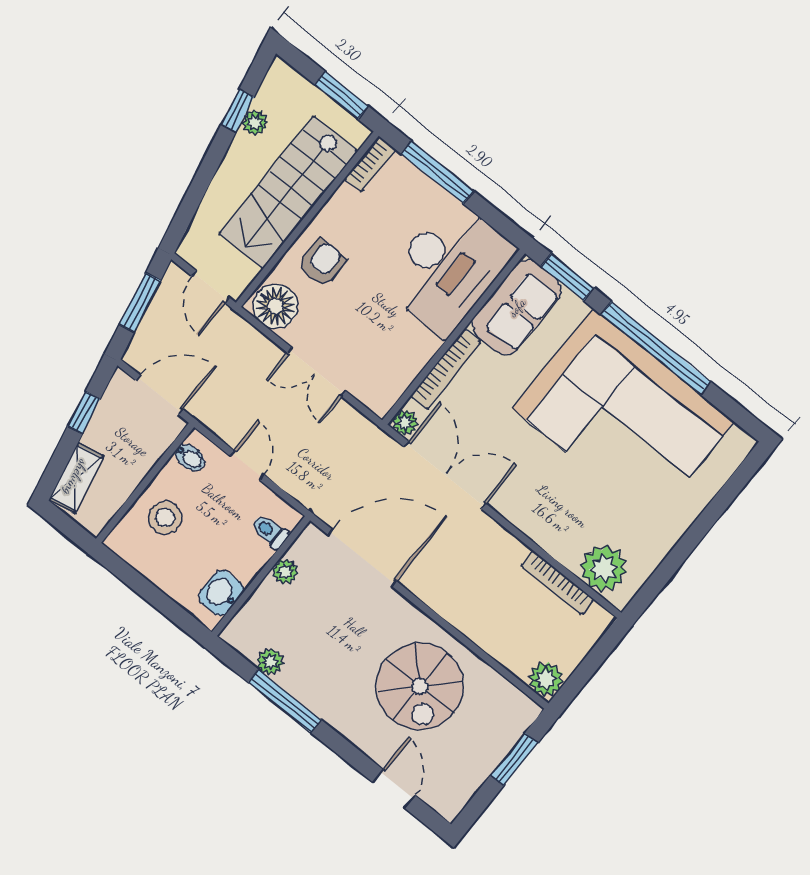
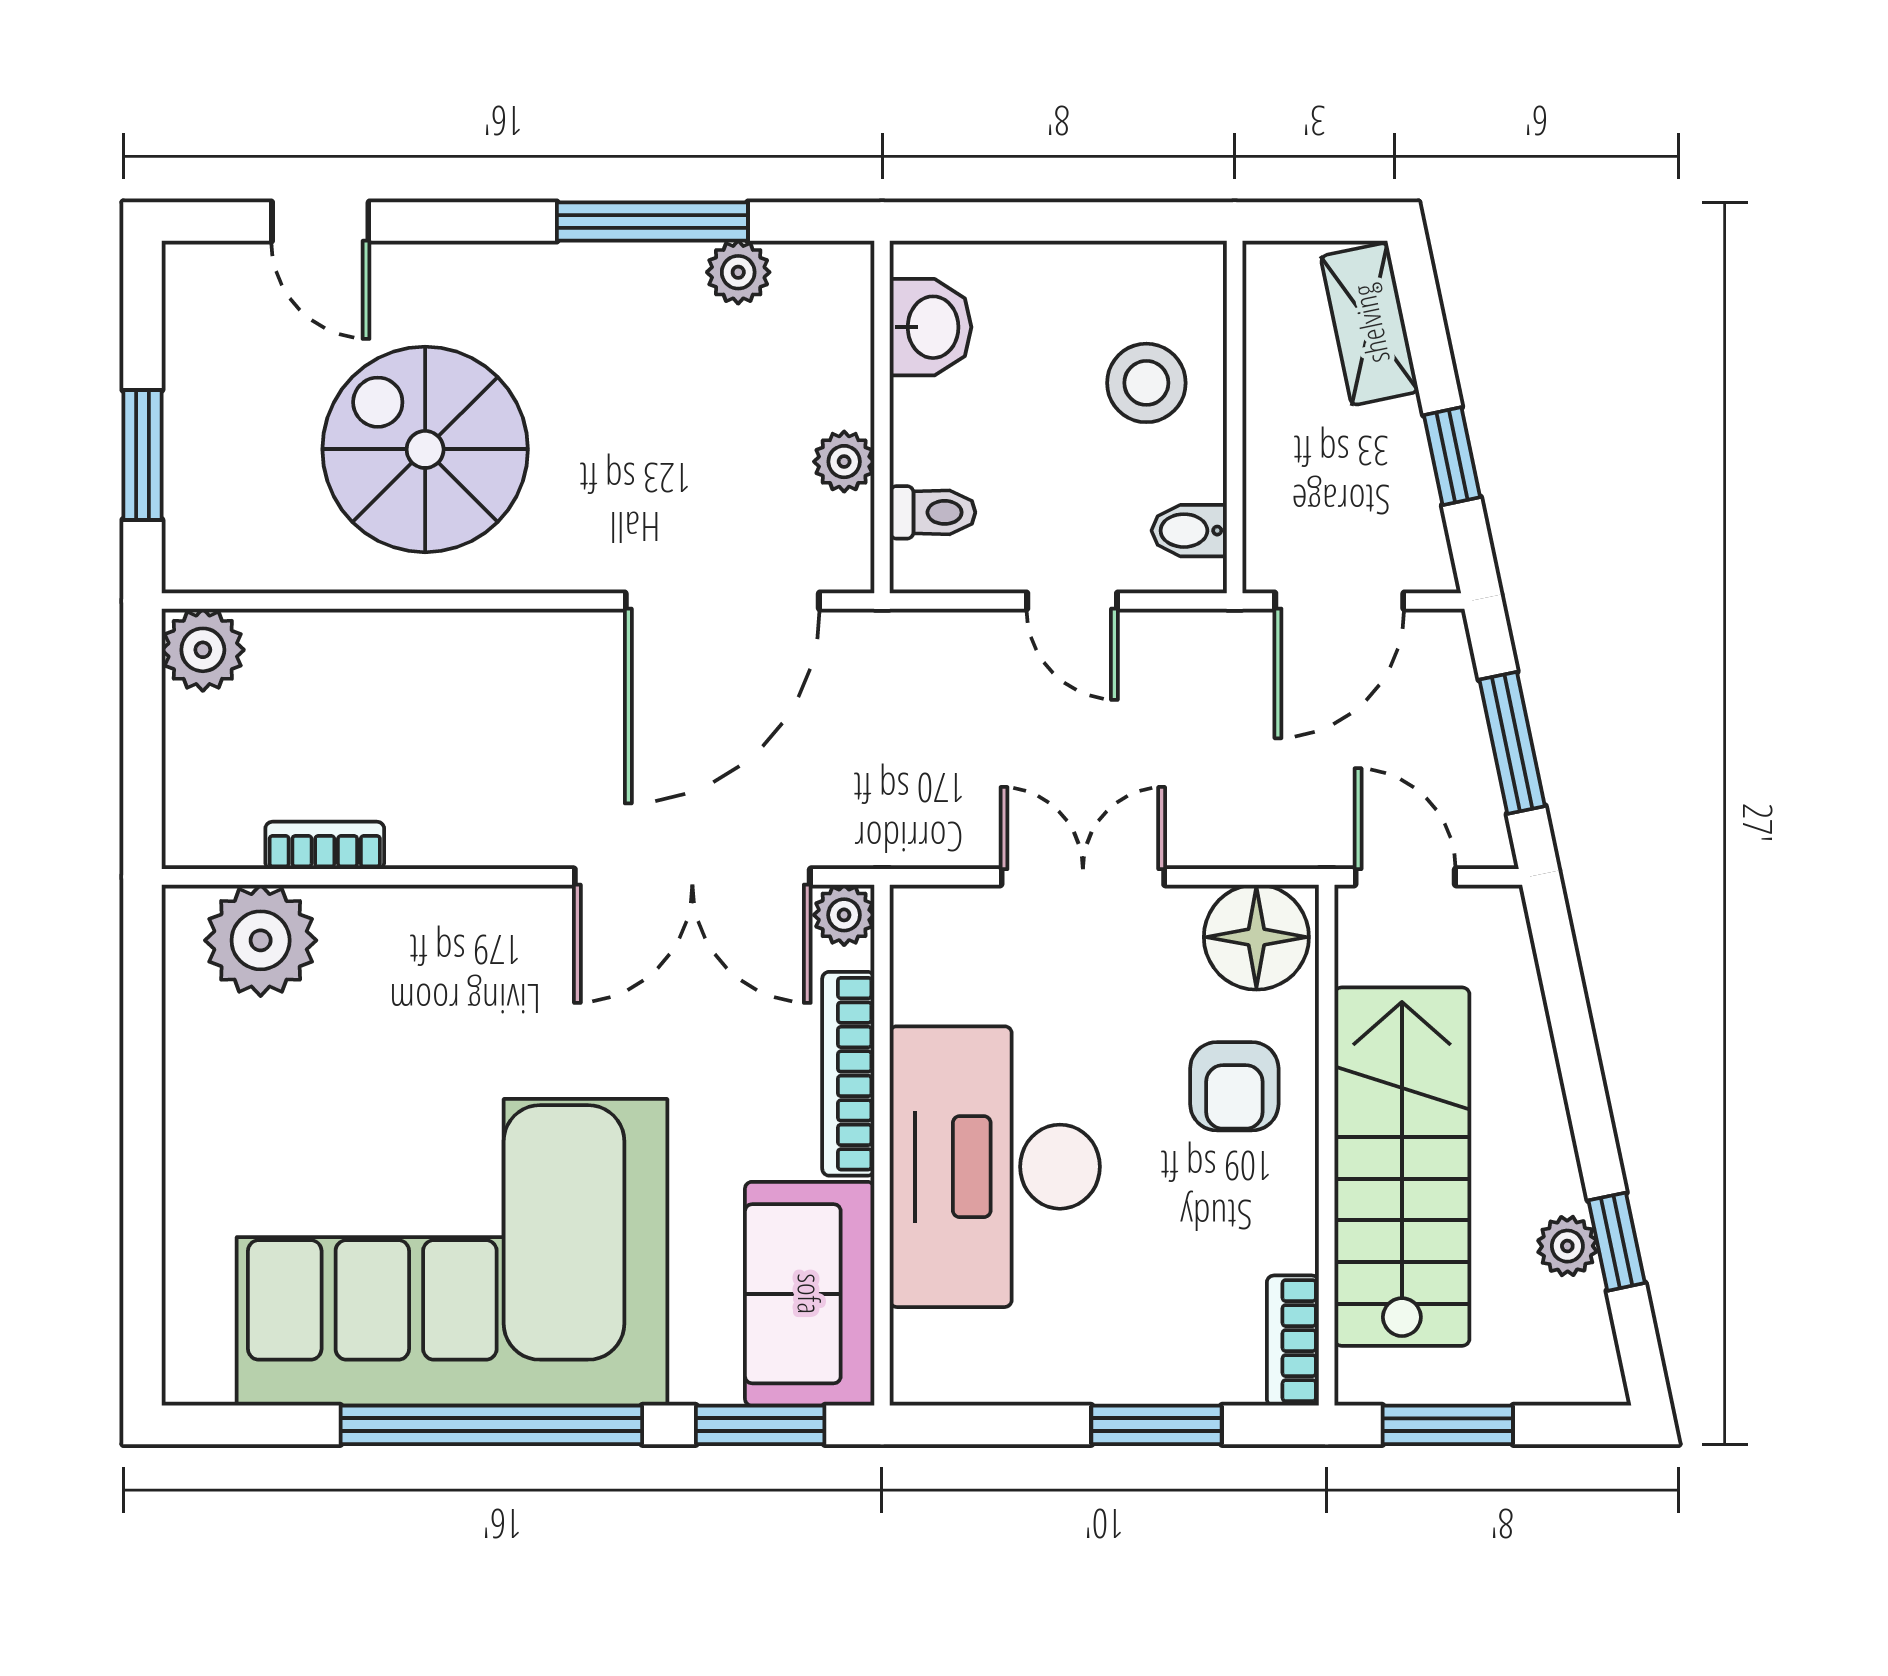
window: (437, 172) -> (1157, 1425), width x0.69
desk: (448, 267) -> (995, 1167), moved
bookcase: (557, 583) -> (325, 845), width x0.64

